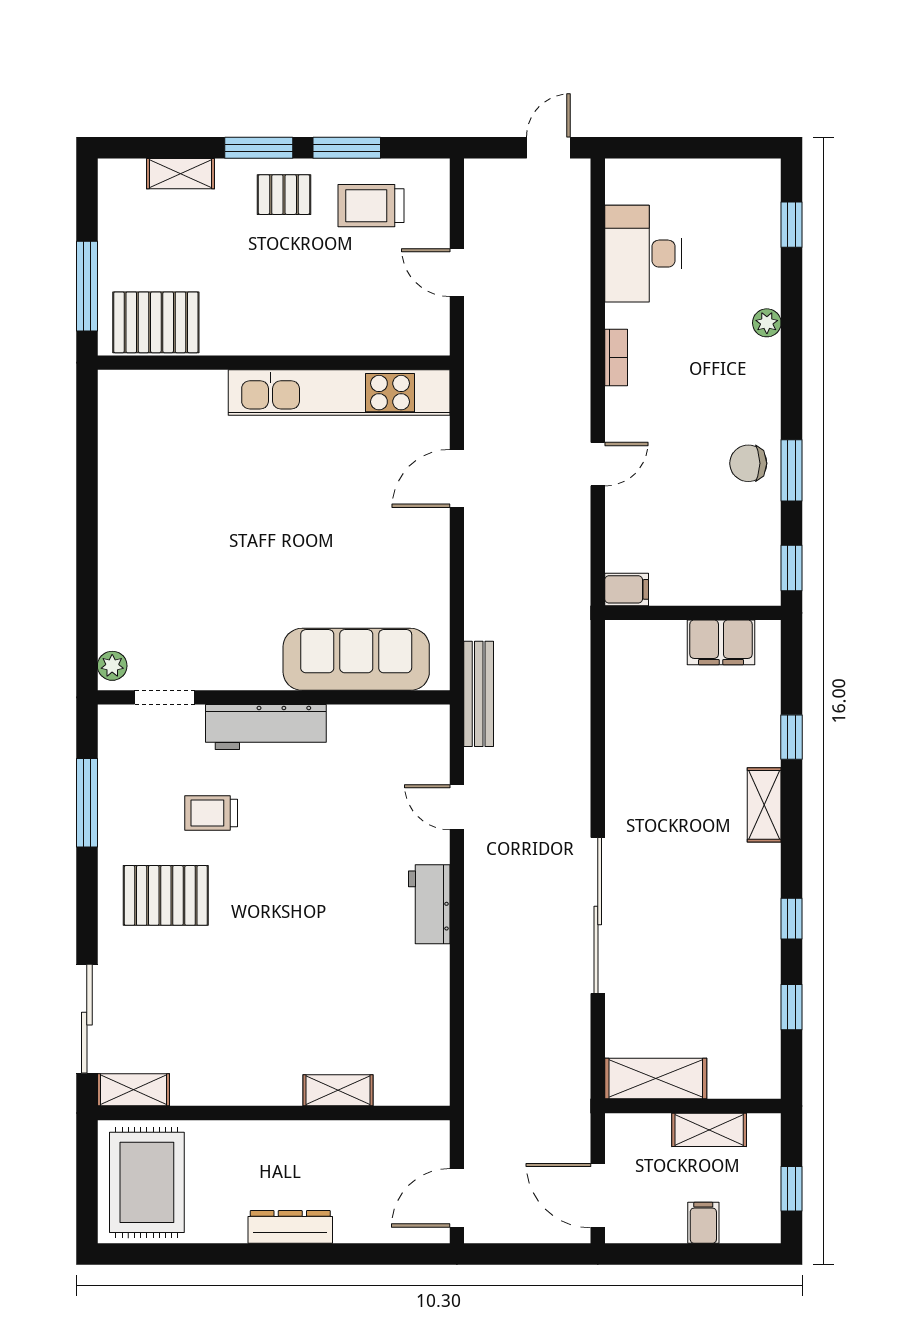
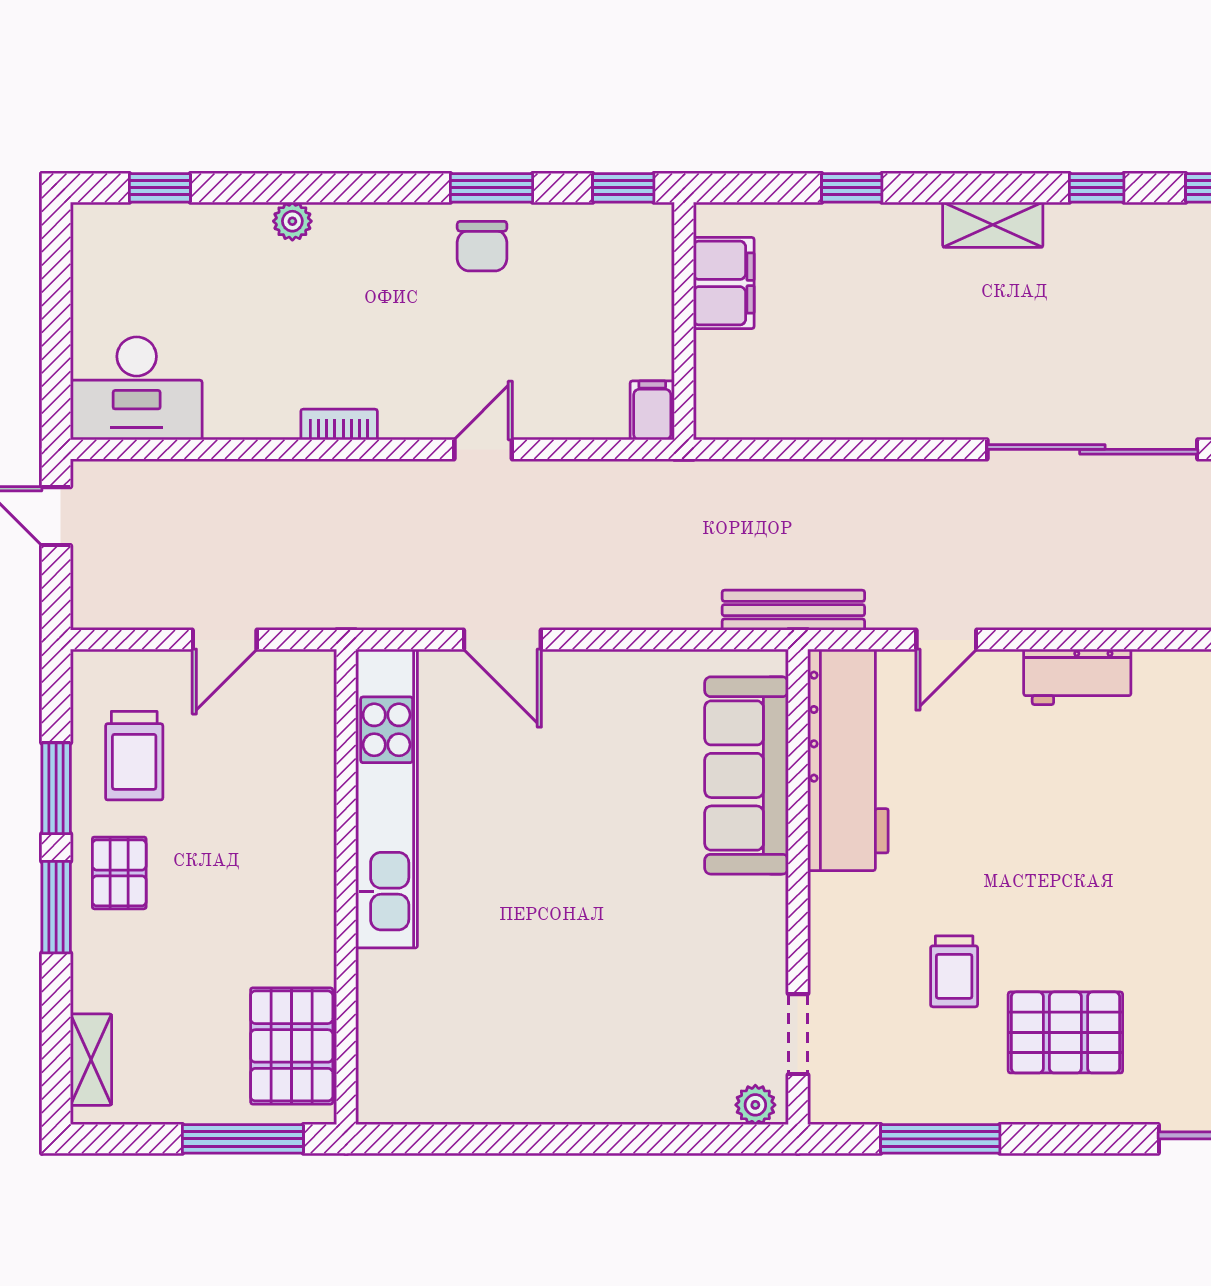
shelving: (181, 174) -> (91, 1060), moved
desk: (643, 254) -> (137, 388), moved
door: (598, 464) -> (483, 449), hinge flipped
workbench: (266, 727) -> (848, 760), moved, width x1.36, depth x1.32
shelving: (764, 805) -> (993, 225), moved
pallet: (166, 895) -> (1065, 1032), turned 90

